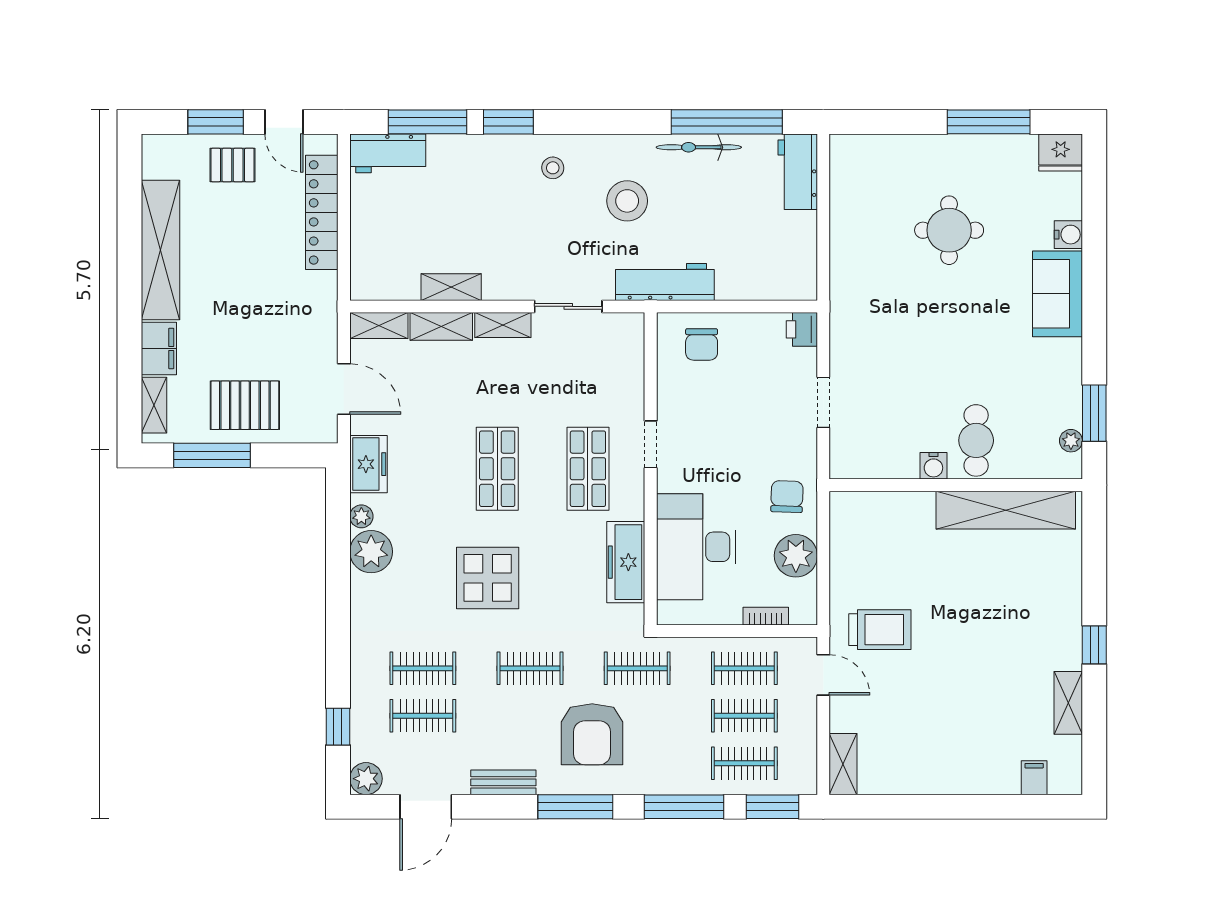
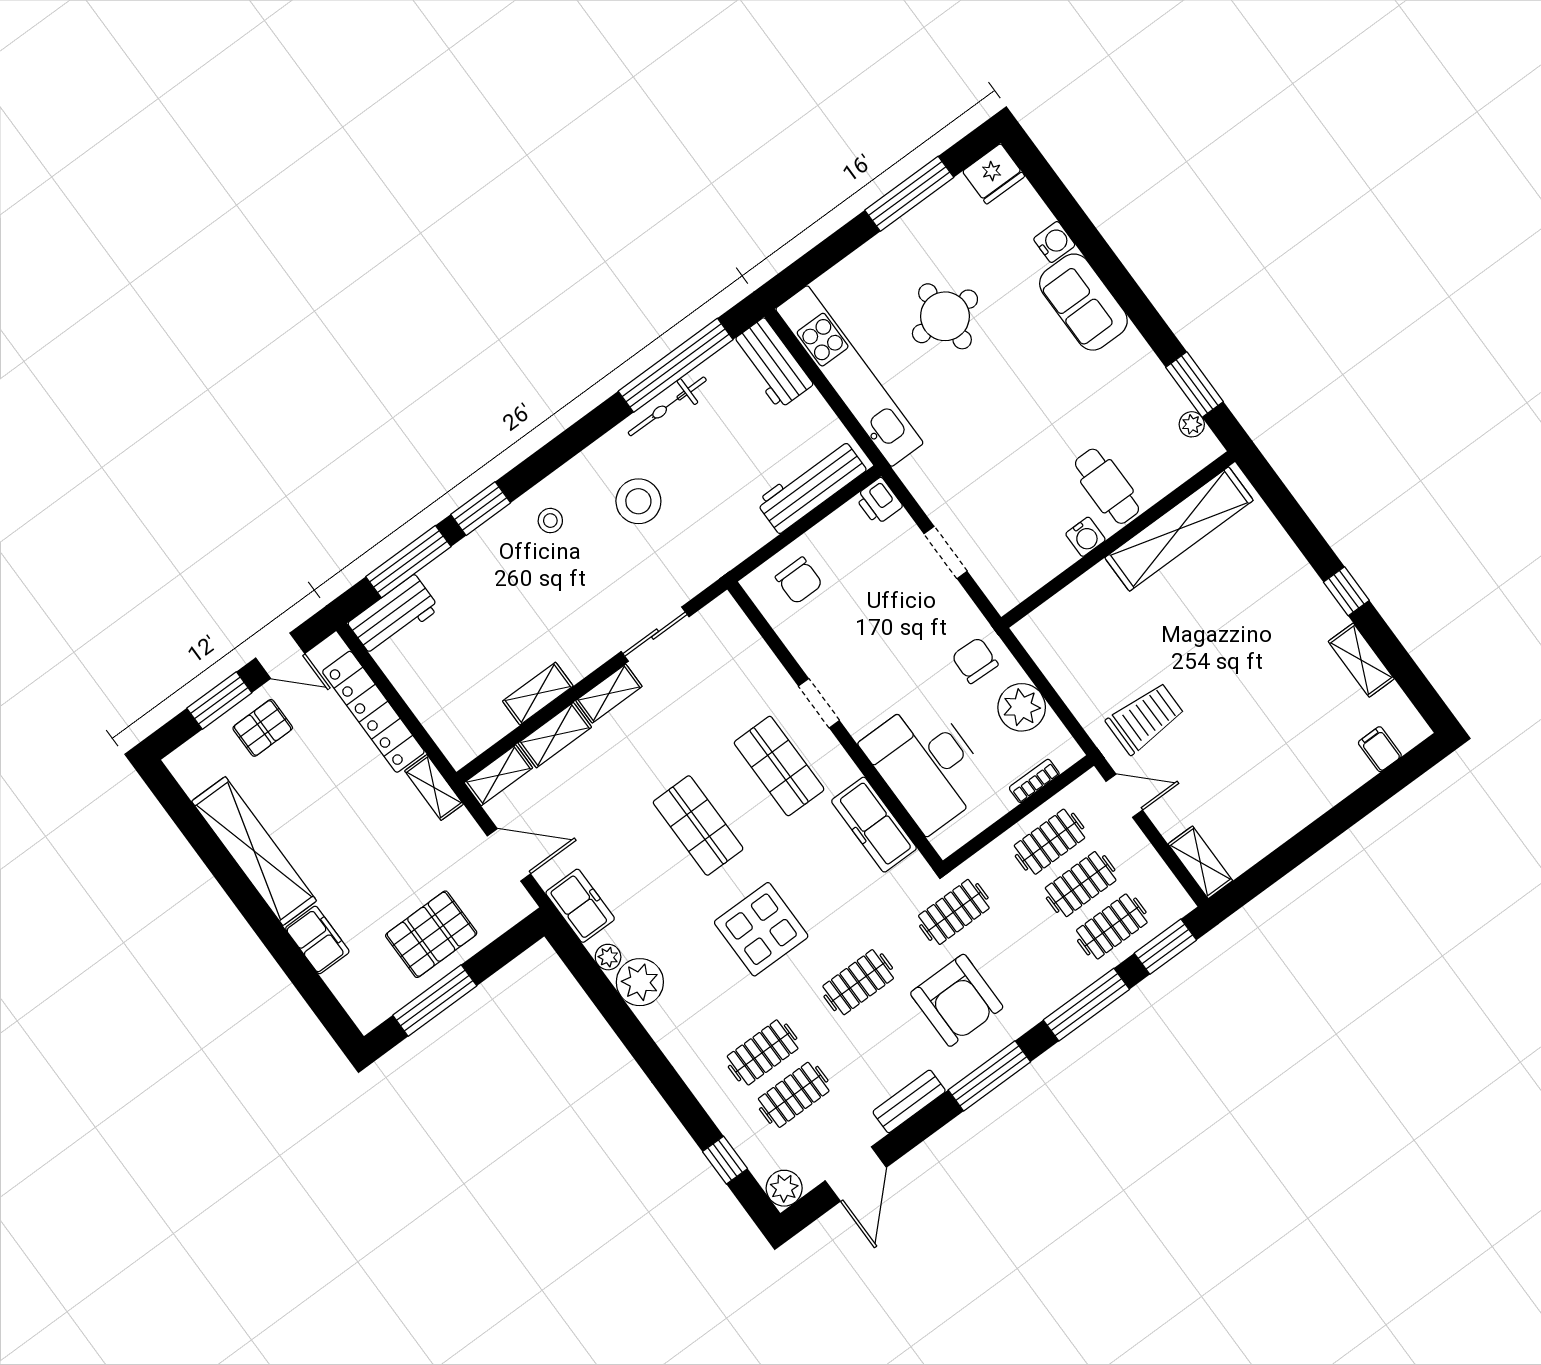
kitchen unit: (848, 223) -> (849, 376), added
workbench: (665, 282) -> (811, 486), moved
shelving: (154, 405) -> (434, 787), moved

